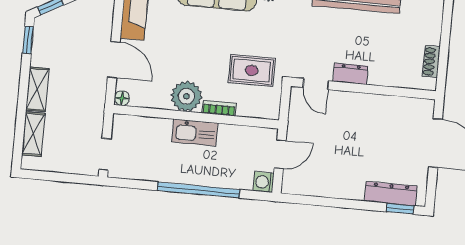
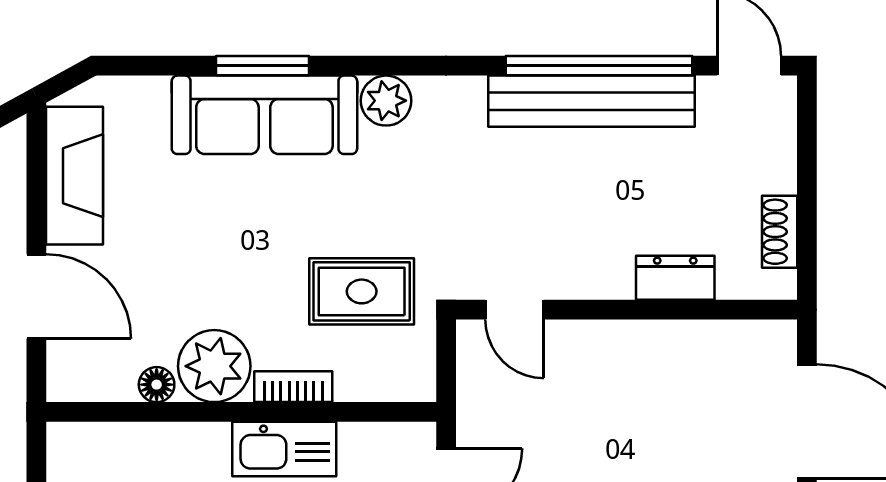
dresser: (351, 74) -> (675, 278), moved
floor lamp: (122, 98) -> (157, 385), moved
kitchen sink: (195, 133) -> (284, 449), moved

